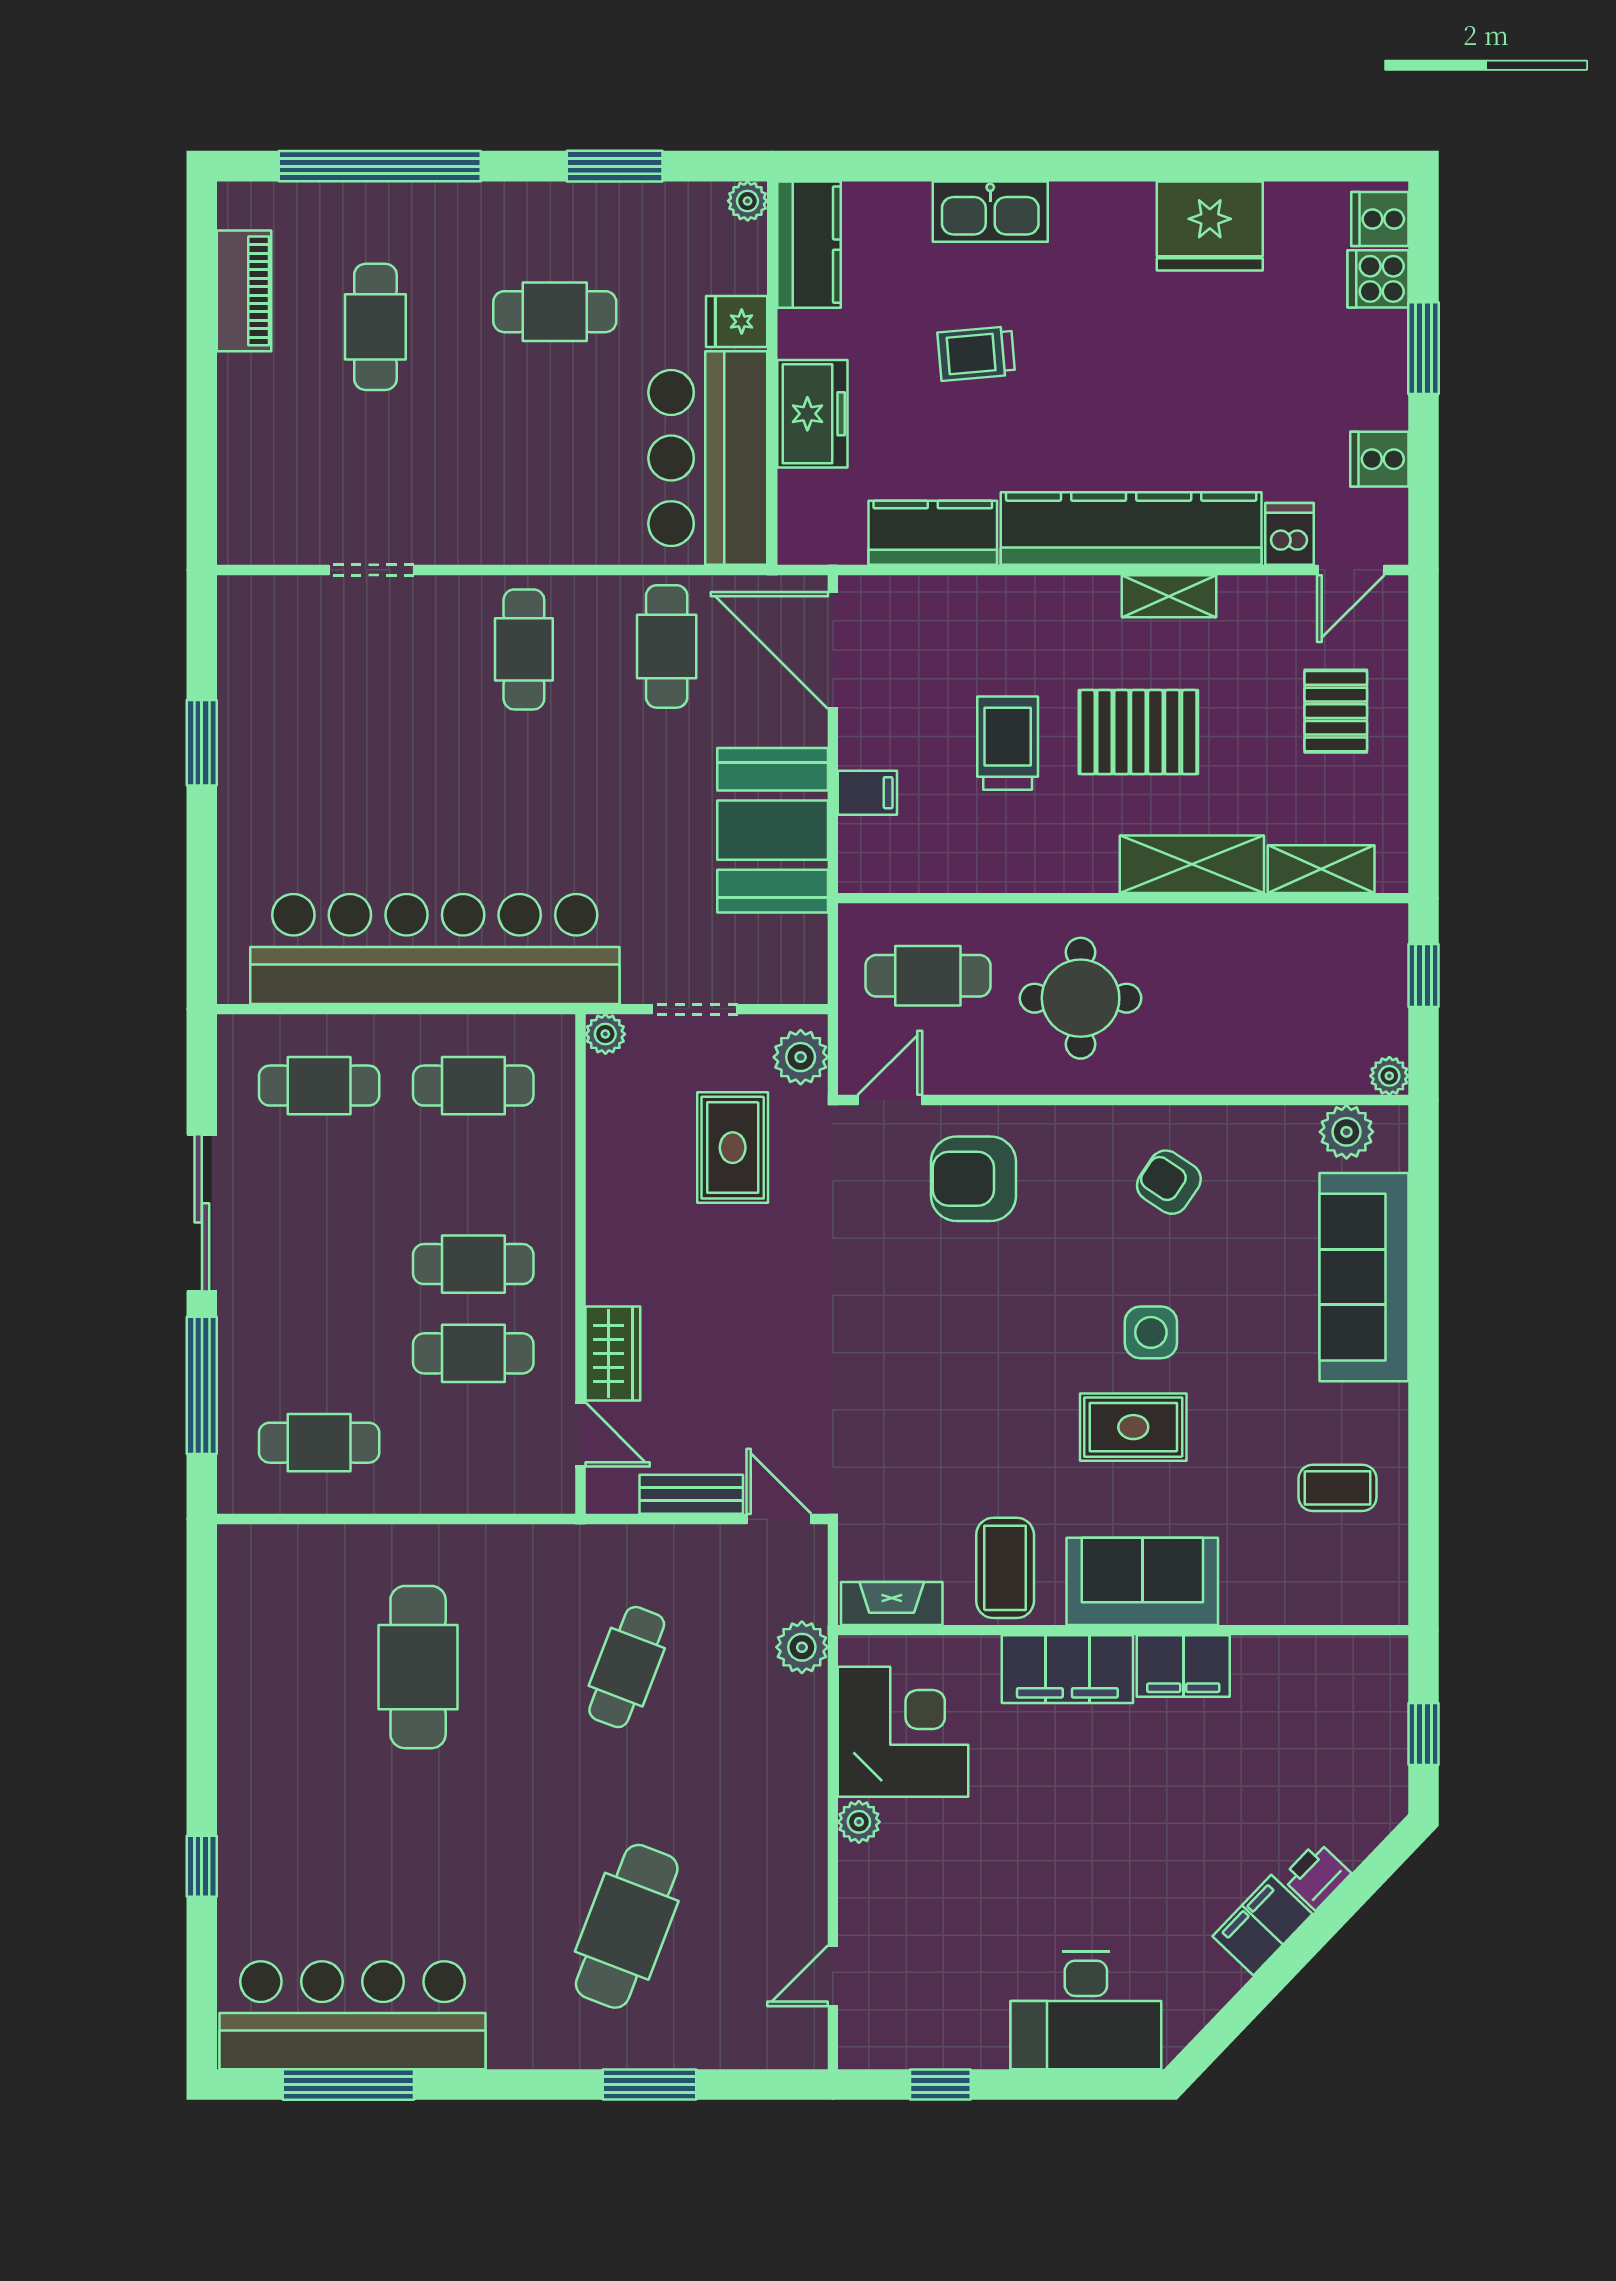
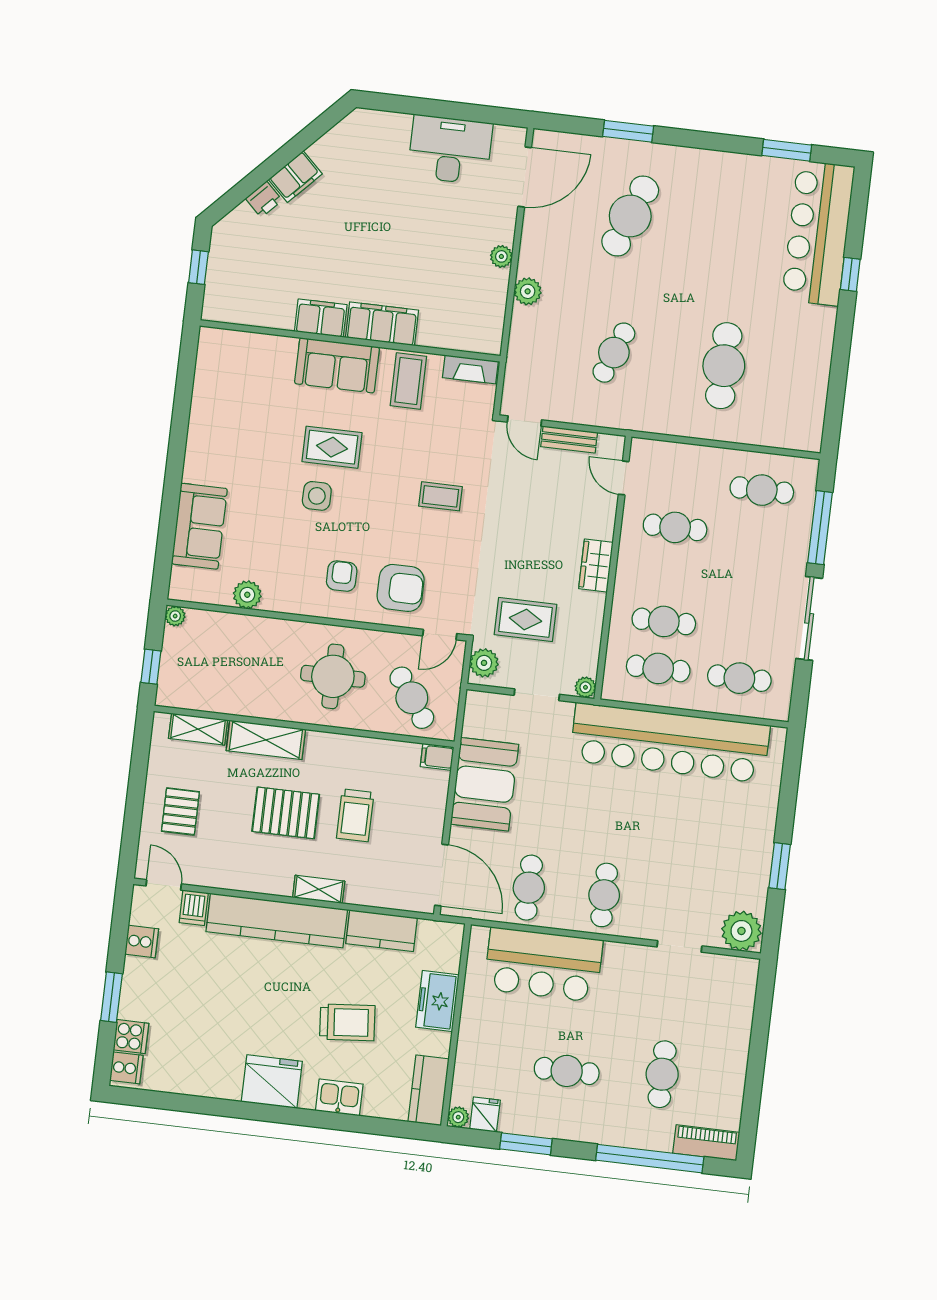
kitchen sink: (990, 212) -> (339, 1097), width x0.73
fridge: (1210, 226) -> (272, 1082), moved
piano: (244, 291) -> (706, 1143), moved, turned 90
fridge: (737, 322) -> (485, 1115), moved, turned -90
trolley: (976, 354) -> (347, 1022), width x1.36, depth x1.39
bar counter: (708, 458) -> (543, 965), moved, turned 90
door: (1351, 570) -> (164, 885), hinge flipped
shelving: (1169, 596) -> (319, 889), moved
plant: (259, 613) -> (741, 931), added
filing cabinet: (867, 793) -> (437, 757), moved
cafe table: (928, 976) -> (412, 698), turned 55
plant: (1346, 1132) -> (247, 595), moved
rug: (733, 1148) -> (525, 619), turned 90
armchair: (1169, 1182) -> (342, 576), moved, turned -124
cafe table: (473, 1264) -> (664, 621), moved
sofa: (1364, 1277) -> (199, 526), width x0.73
wardrobe: (613, 1354) -> (596, 565), moved
coffee table: (1338, 1488) -> (440, 496), moved
plant: (802, 1647) -> (528, 291), moved
corner desk: (903, 1732) -> (472, 301), removed
door: (833, 1976) -> (525, 177), width x1.87
desk: (1086, 2010) -> (450, 150), moved
bar counter: (353, 2015) -> (818, 233), moved, turned 90
window: (348, 2084) -> (787, 150), width x0.69
window: (940, 2084) -> (475, 113), removed

